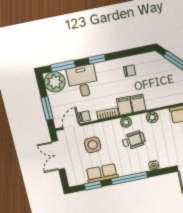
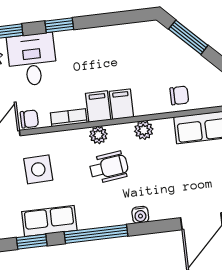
chair: (130, 71) -> (179, 95), moved

